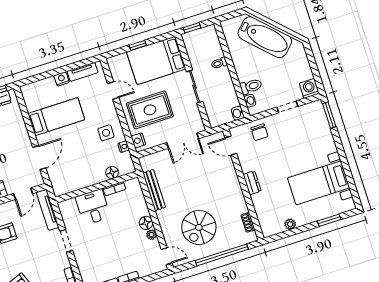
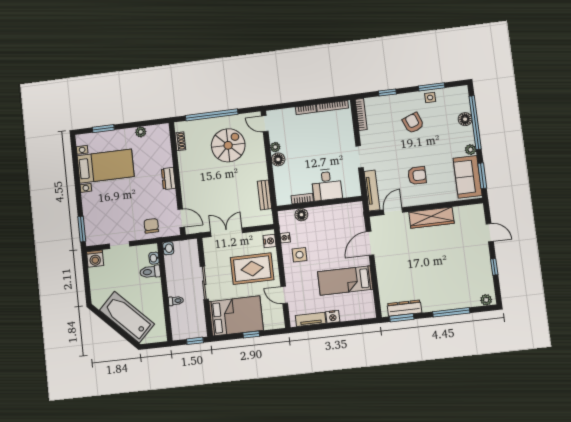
bench: (154, 190) -> (265, 195), width x0.73

